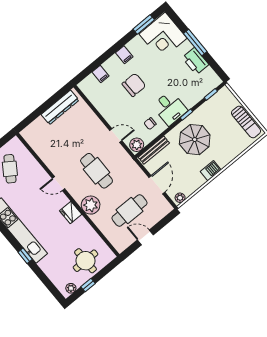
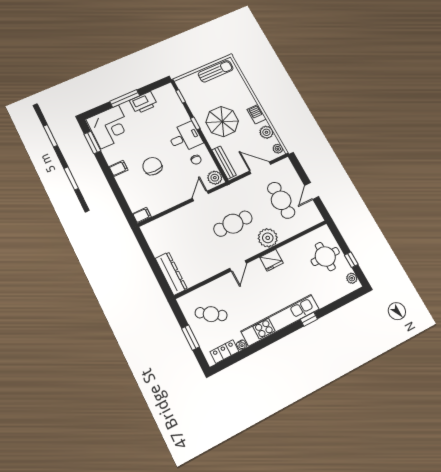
filing cabinet: (101, 74) -> (142, 215), moved
dresser: (60, 107) -> (171, 273), moved
plant: (194, 184) -> (266, 132), added

